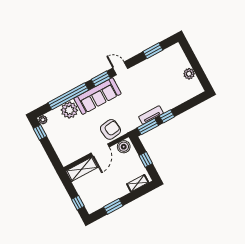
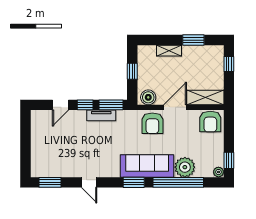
window: (153, 51) -> (50, 182), moved
door: (120, 68) -> (89, 182), moved
plant: (189, 74) -> (37, 137), removed
door: (185, 107) -> (61, 105), added
armchair: (110, 129) -> (152, 123), turned -82
armchair: (69, 153) -> (210, 122), added
shelving: (138, 183) -> (169, 51), moved

